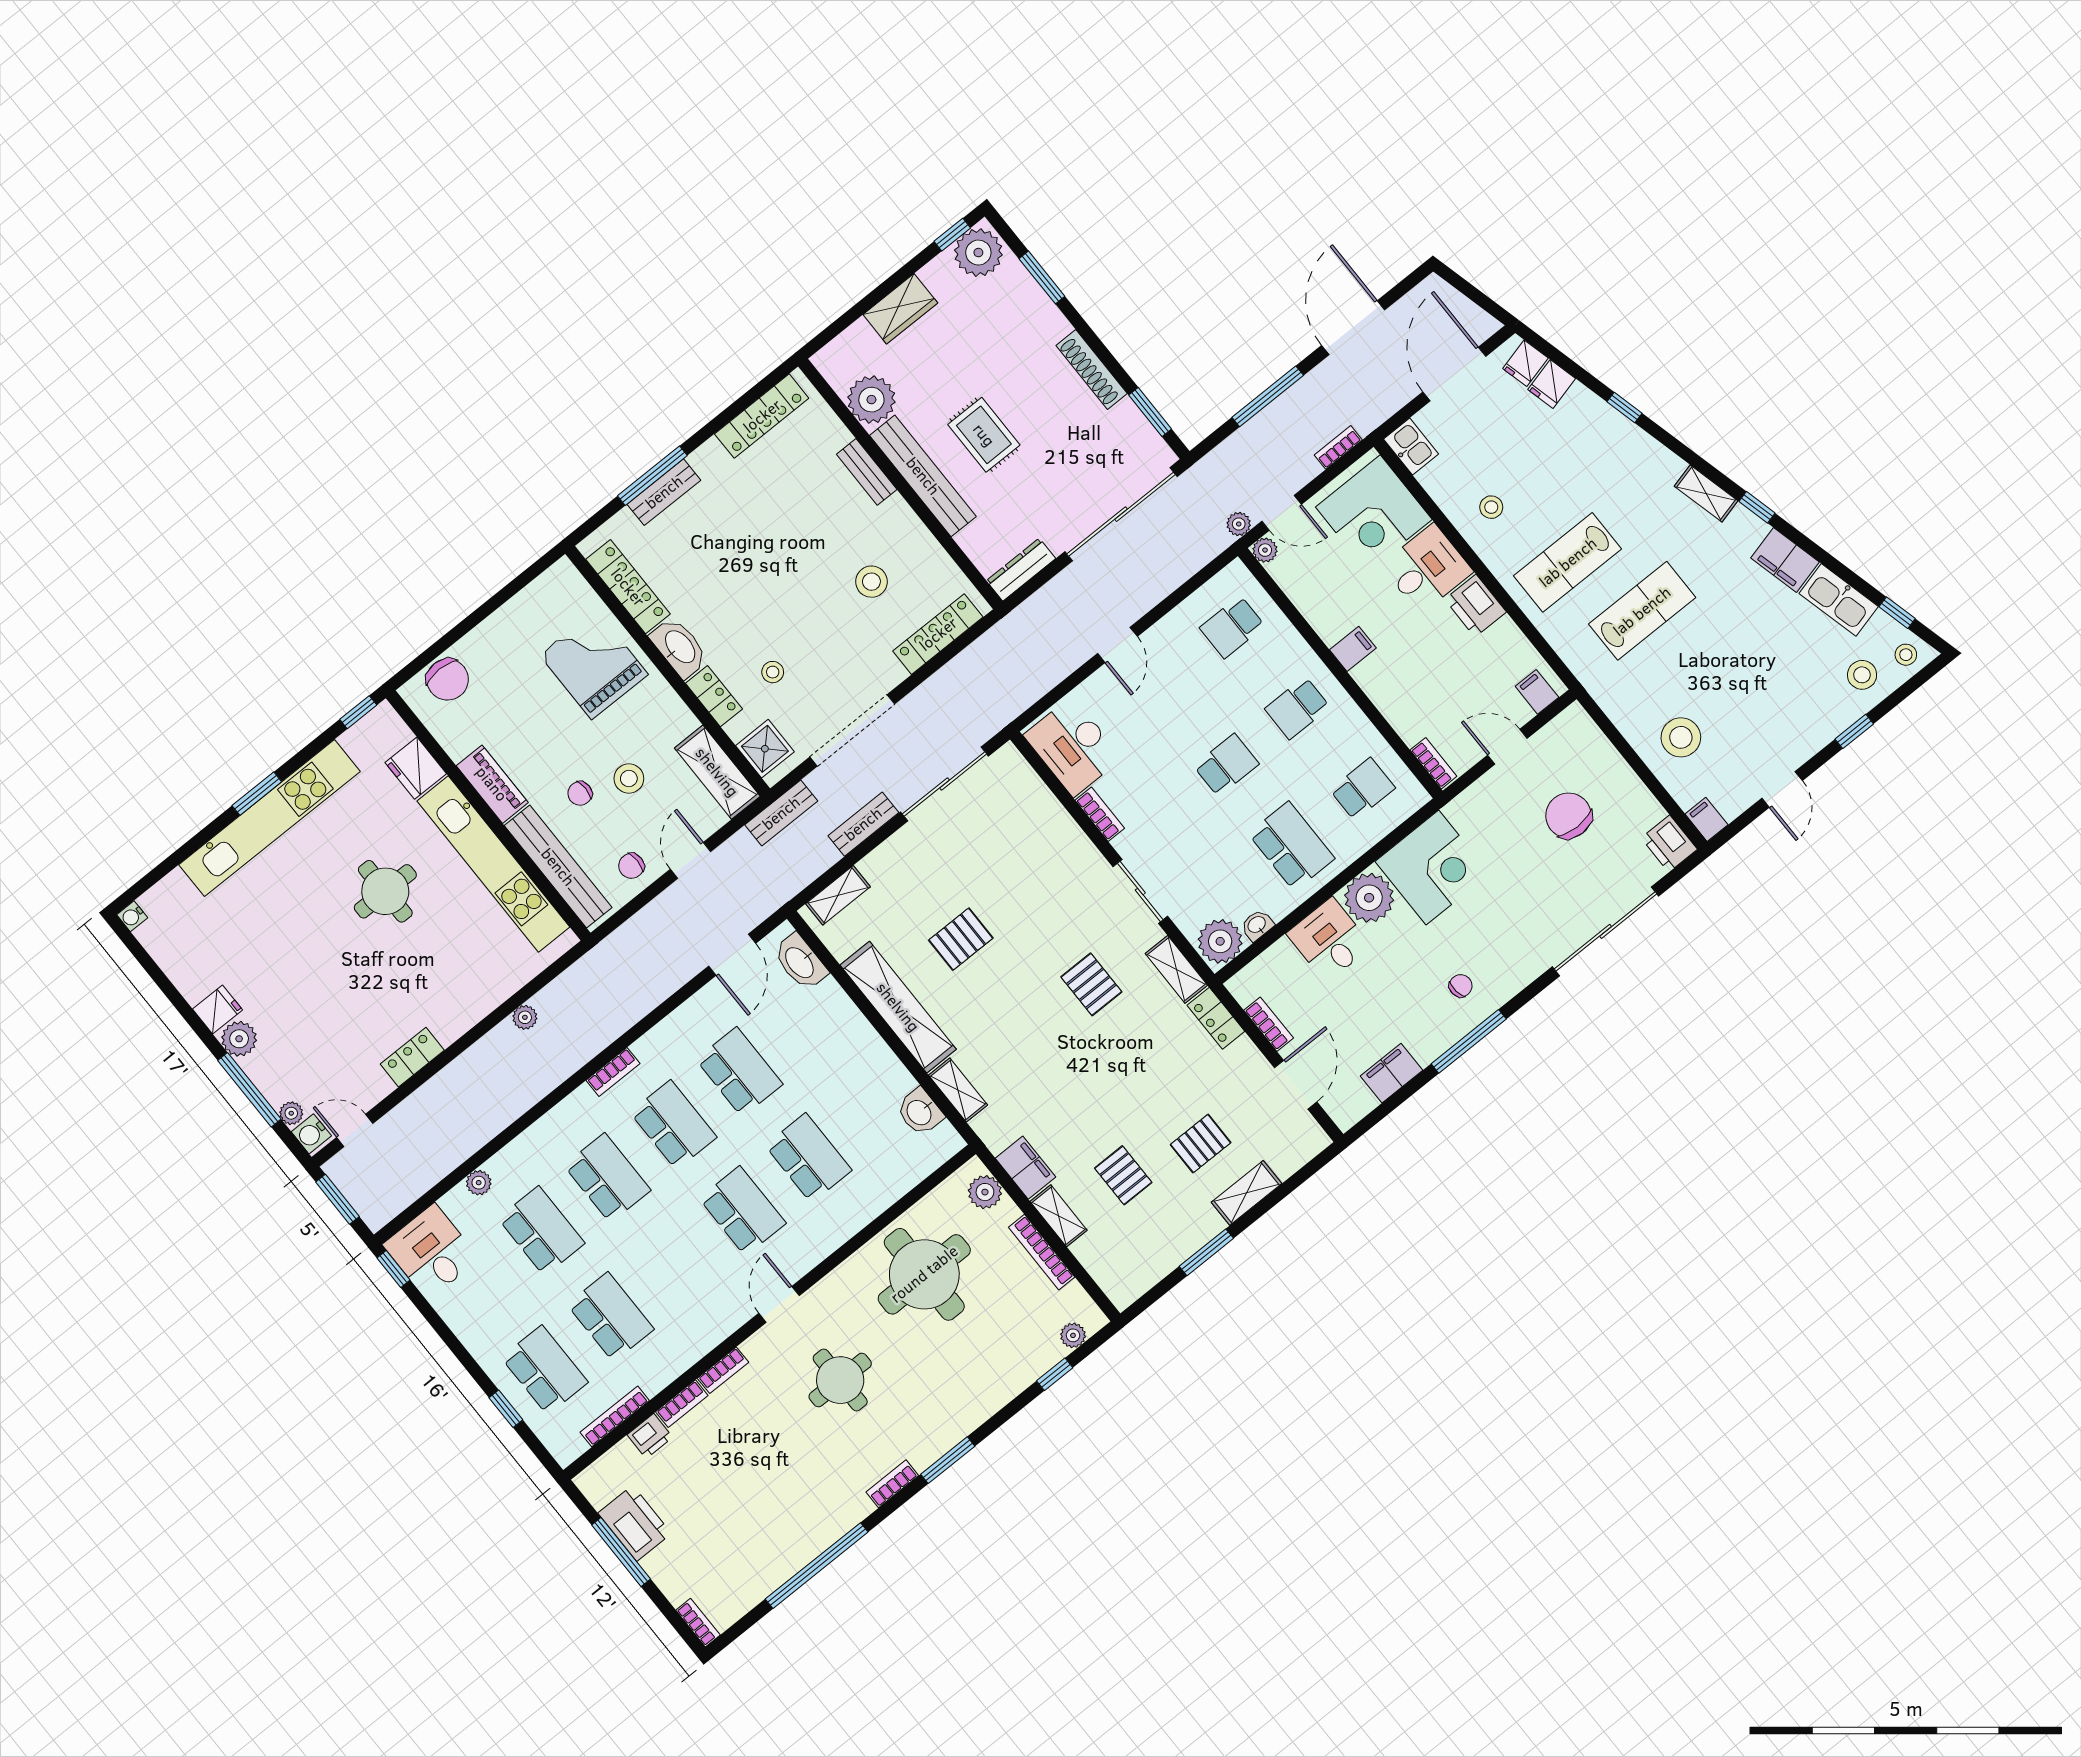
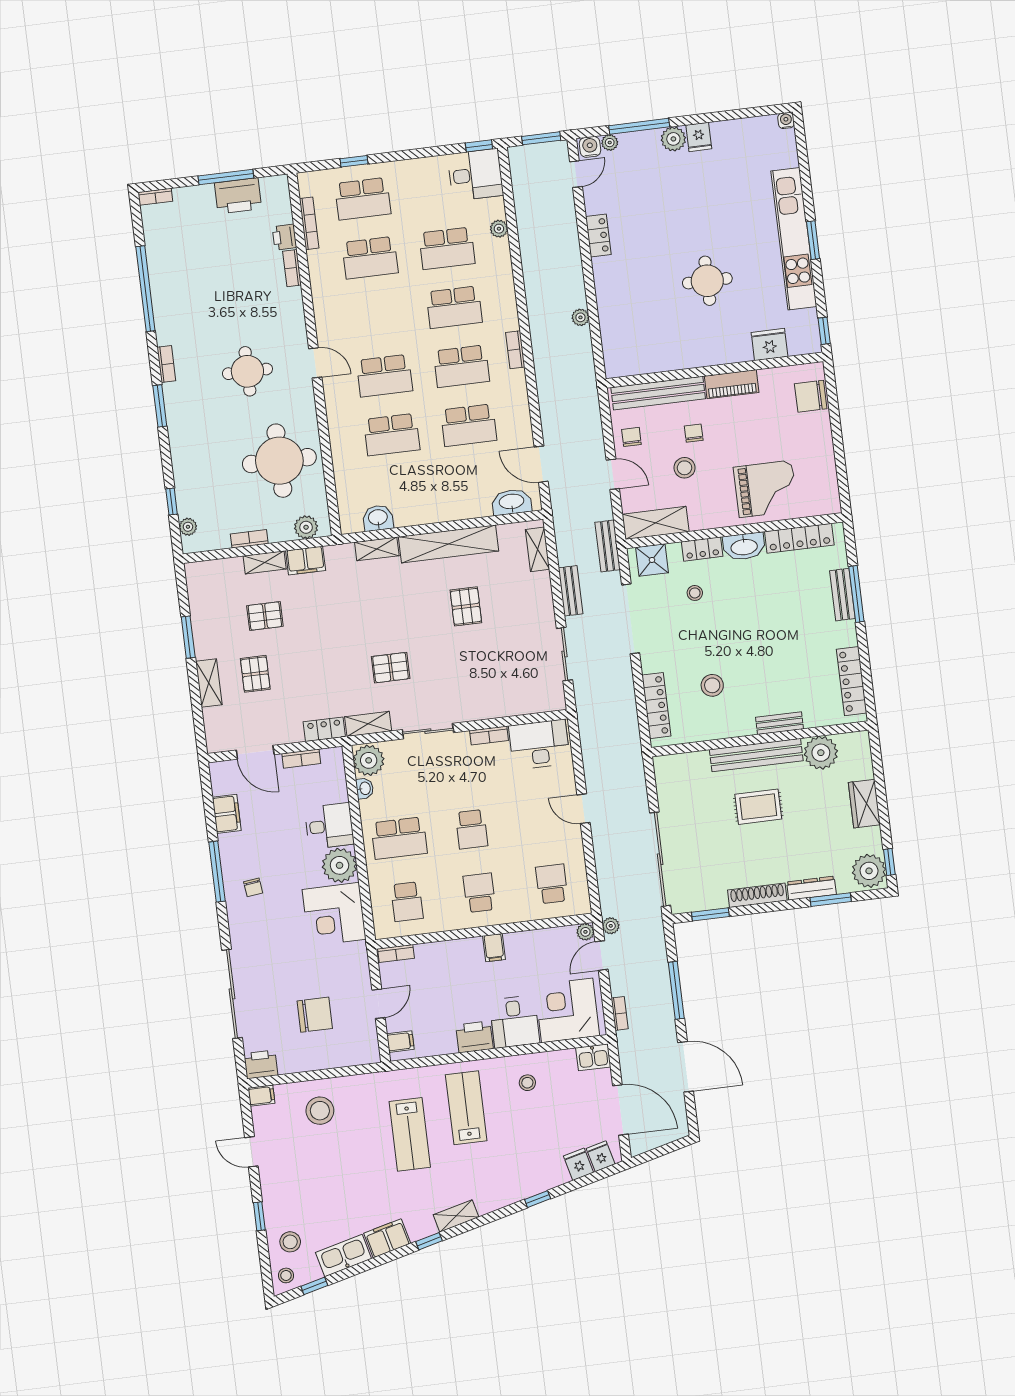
dresser: (1021, 570) -> (811, 888), moved, turned -90
sliding door: (944, 784) -> (564, 654), width x0.73
kitchen unit: (493, 864) -> (684, 355), removed
bookcase: (1042, 1252) -> (249, 539), width x0.64
bookcase: (723, 1370) -> (297, 305), removed

